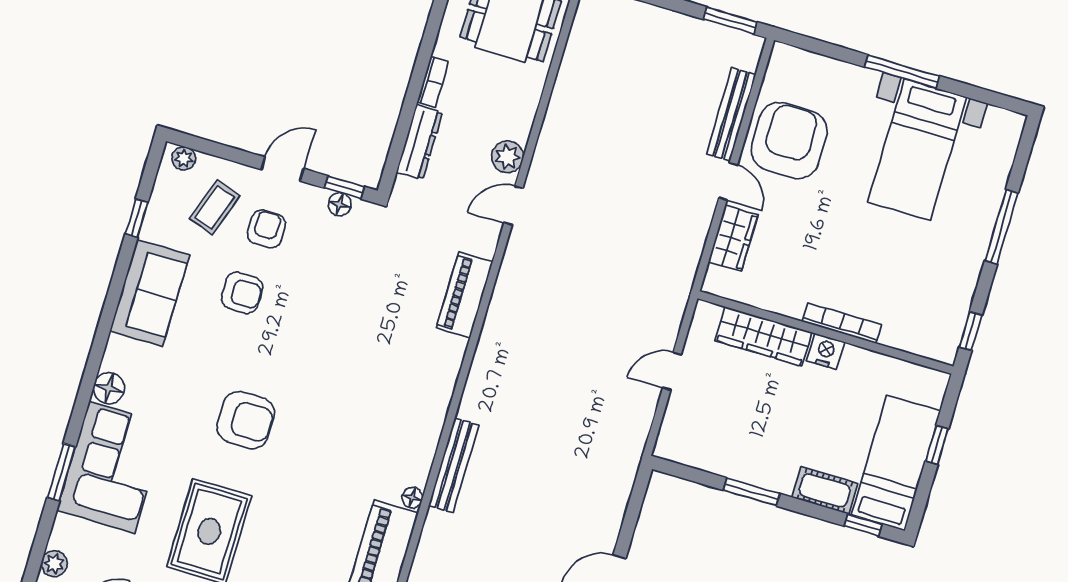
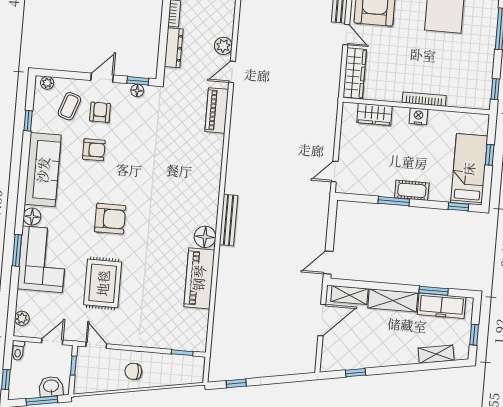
wardrobe: (733, 238) -> (355, 73), width x1.50
sofa: (150, 293) -> (43, 170), width x1.36
piano: (464, 295) -> (217, 110), moved
wardrobe: (764, 336) -> (375, 114), width x0.67
door: (672, 371) -> (335, 172), moved
window: (61, 472) -> (17, 250), moved
cot: (825, 490) -> (412, 190), moved
floor lamp: (412, 498) -> (205, 237), width x1.89, depth x1.89

